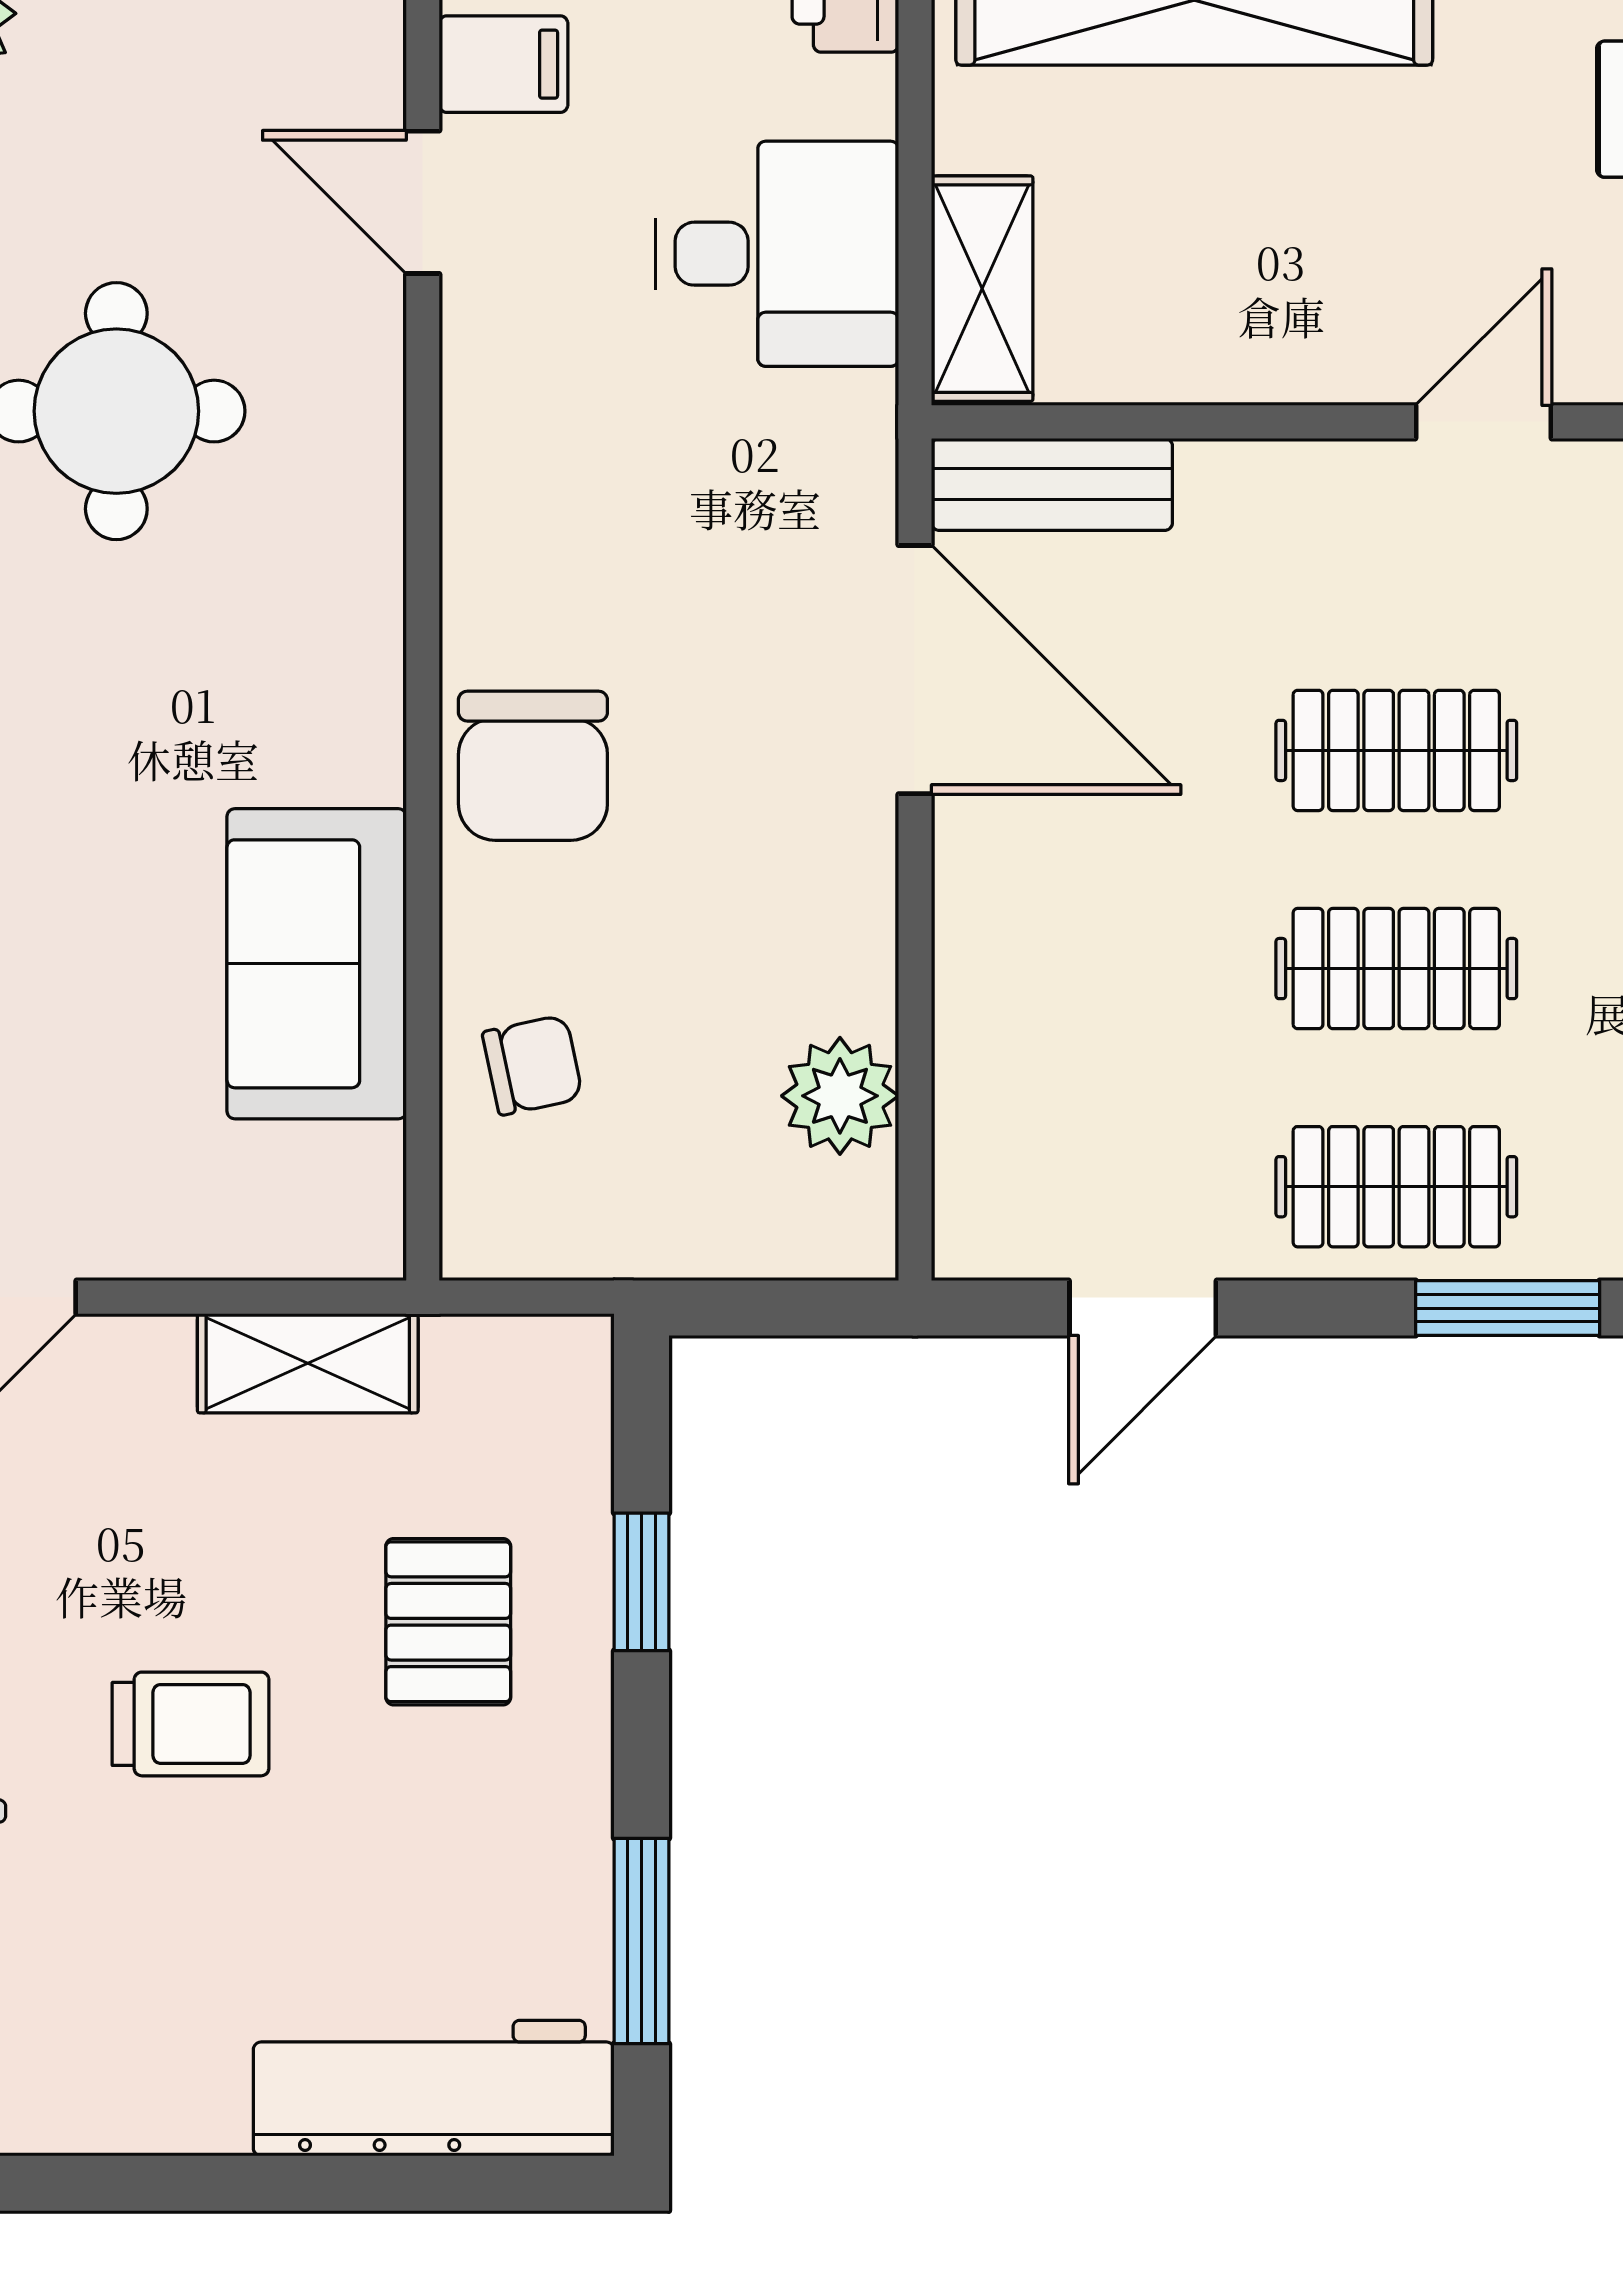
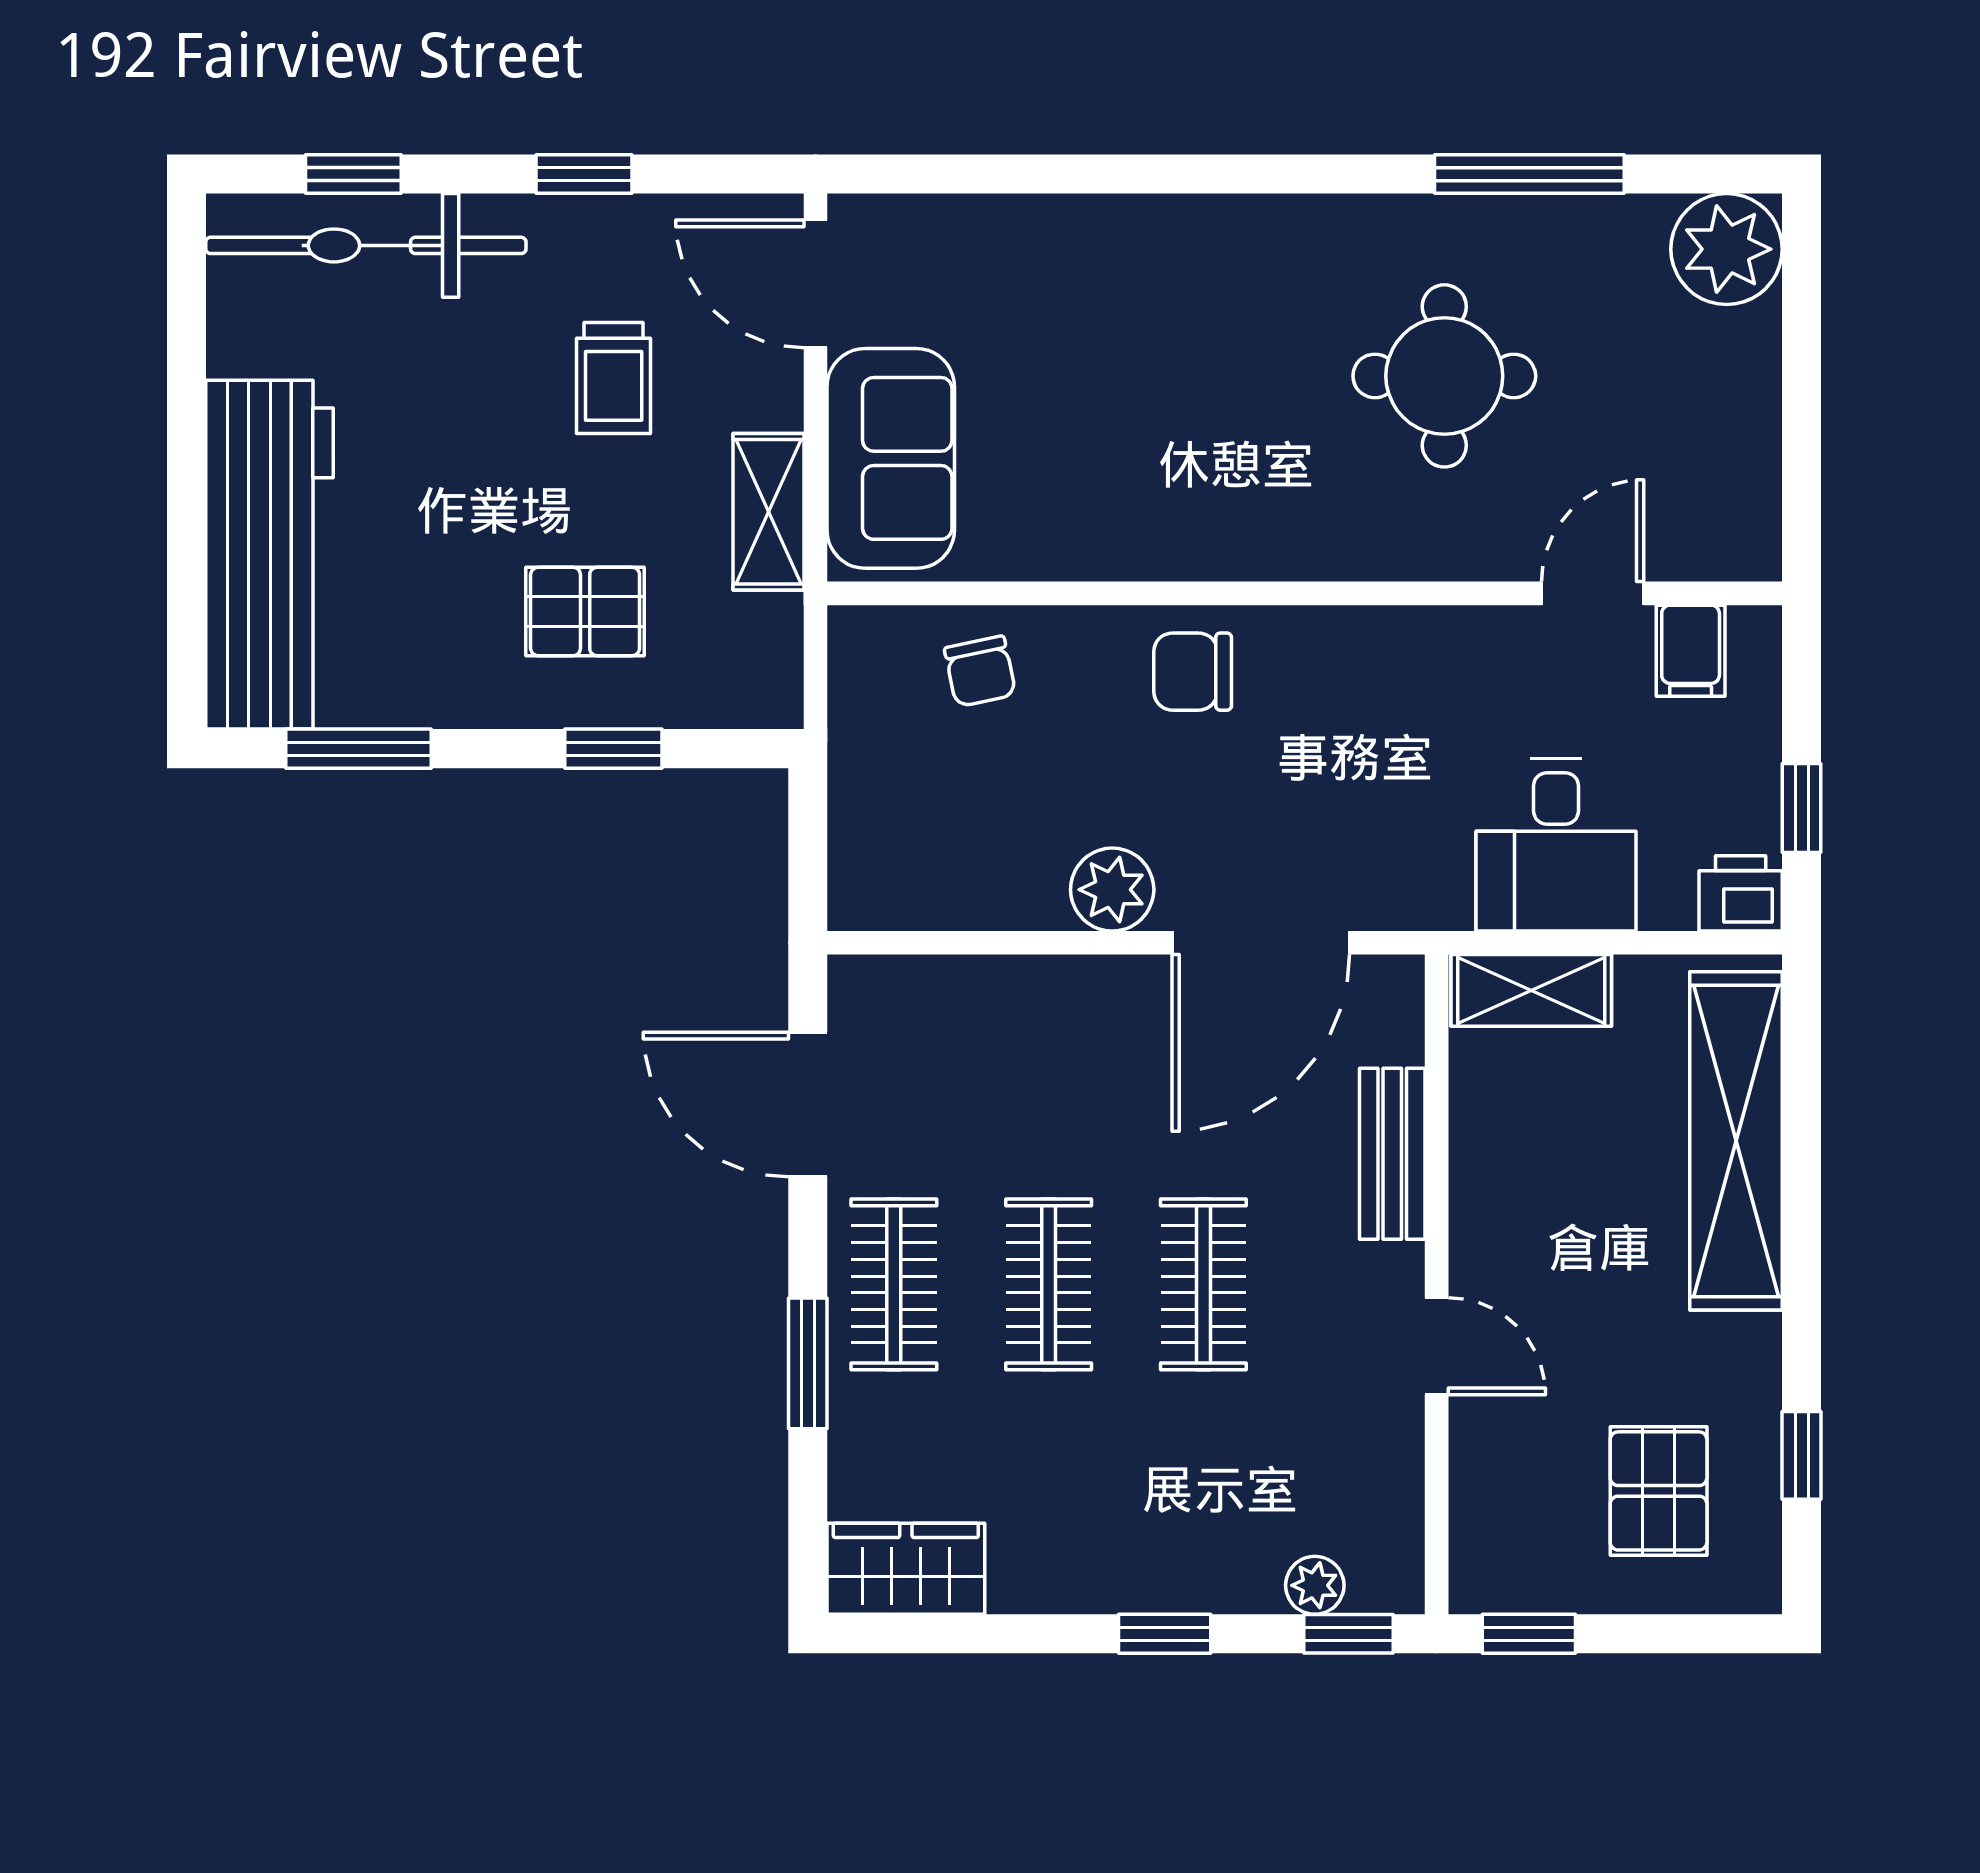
bench: (1052, 484) -> (1392, 1154), moved
chair: (533, 766) -> (1193, 672), width x0.73, depth x0.73
sofa: (317, 964) -> (891, 458), moved, turned 90
plant: (840, 1096) -> (1112, 890), moved
door: (1143, 1308) -> (808, 1104), width x1.38
trolley: (191, 1724) -> (614, 378), moved
workbench: (434, 2088) -> (270, 555), width x1.36, depth x1.32

